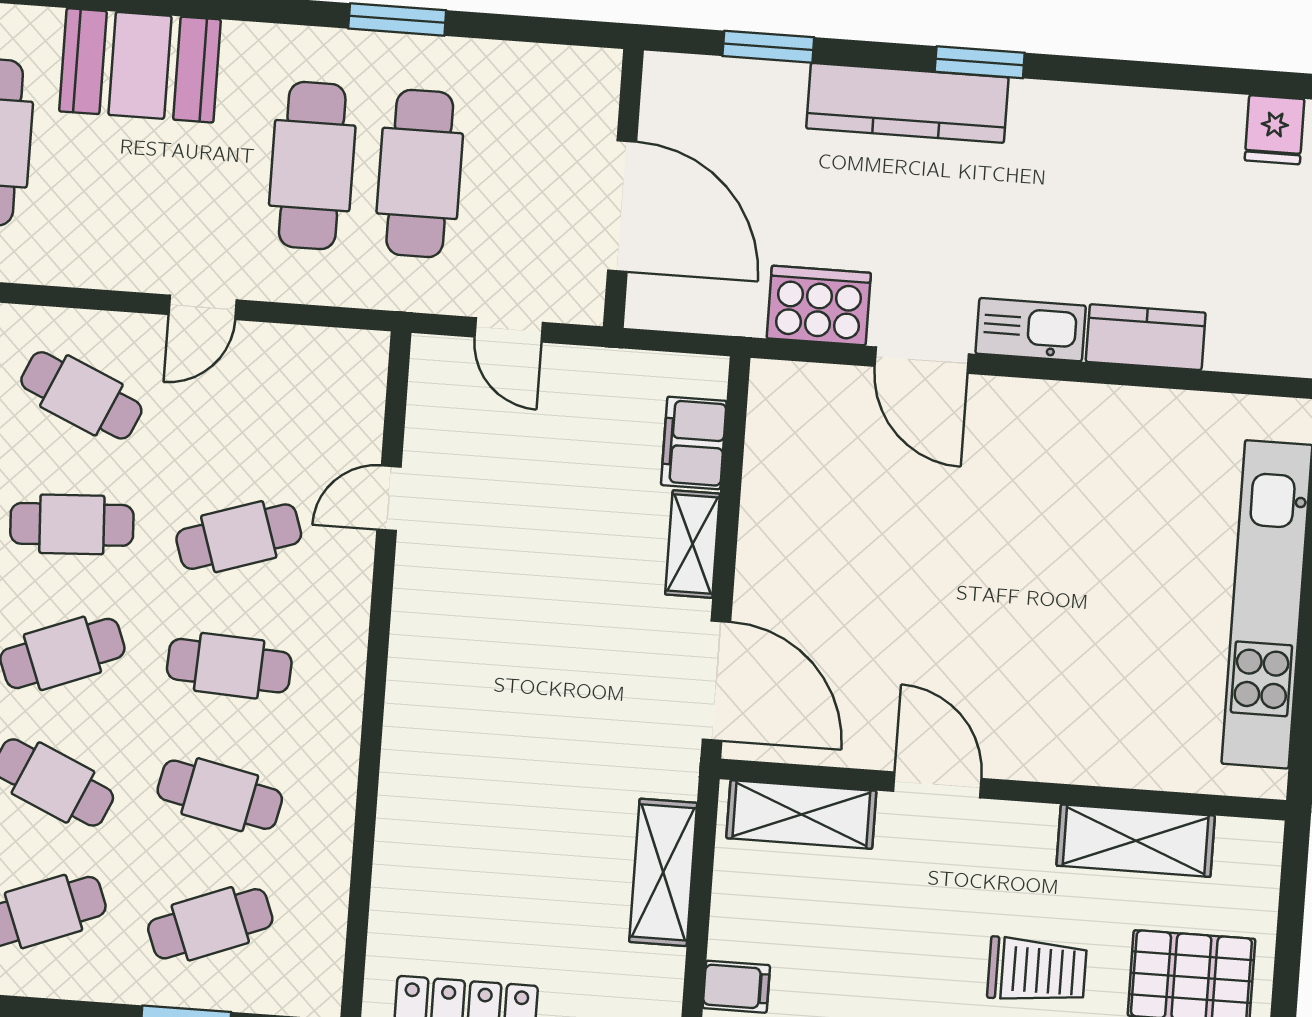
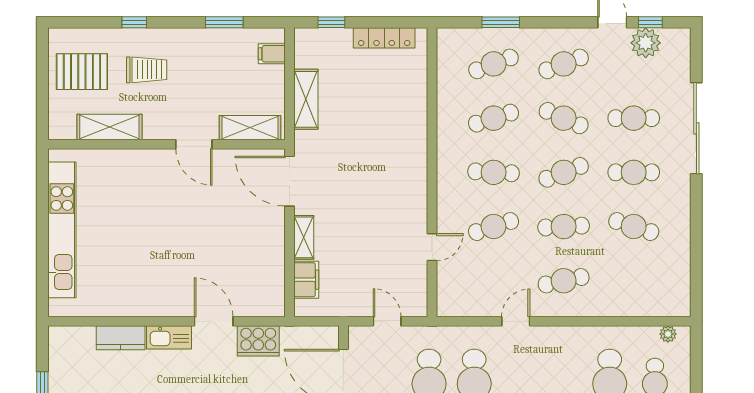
cafe table: (81, 395) -> (564, 281), turned -36
cafe table: (220, 795) -> (494, 118), turned -30
trolley: (1037, 970) -> (147, 70), turned 180

